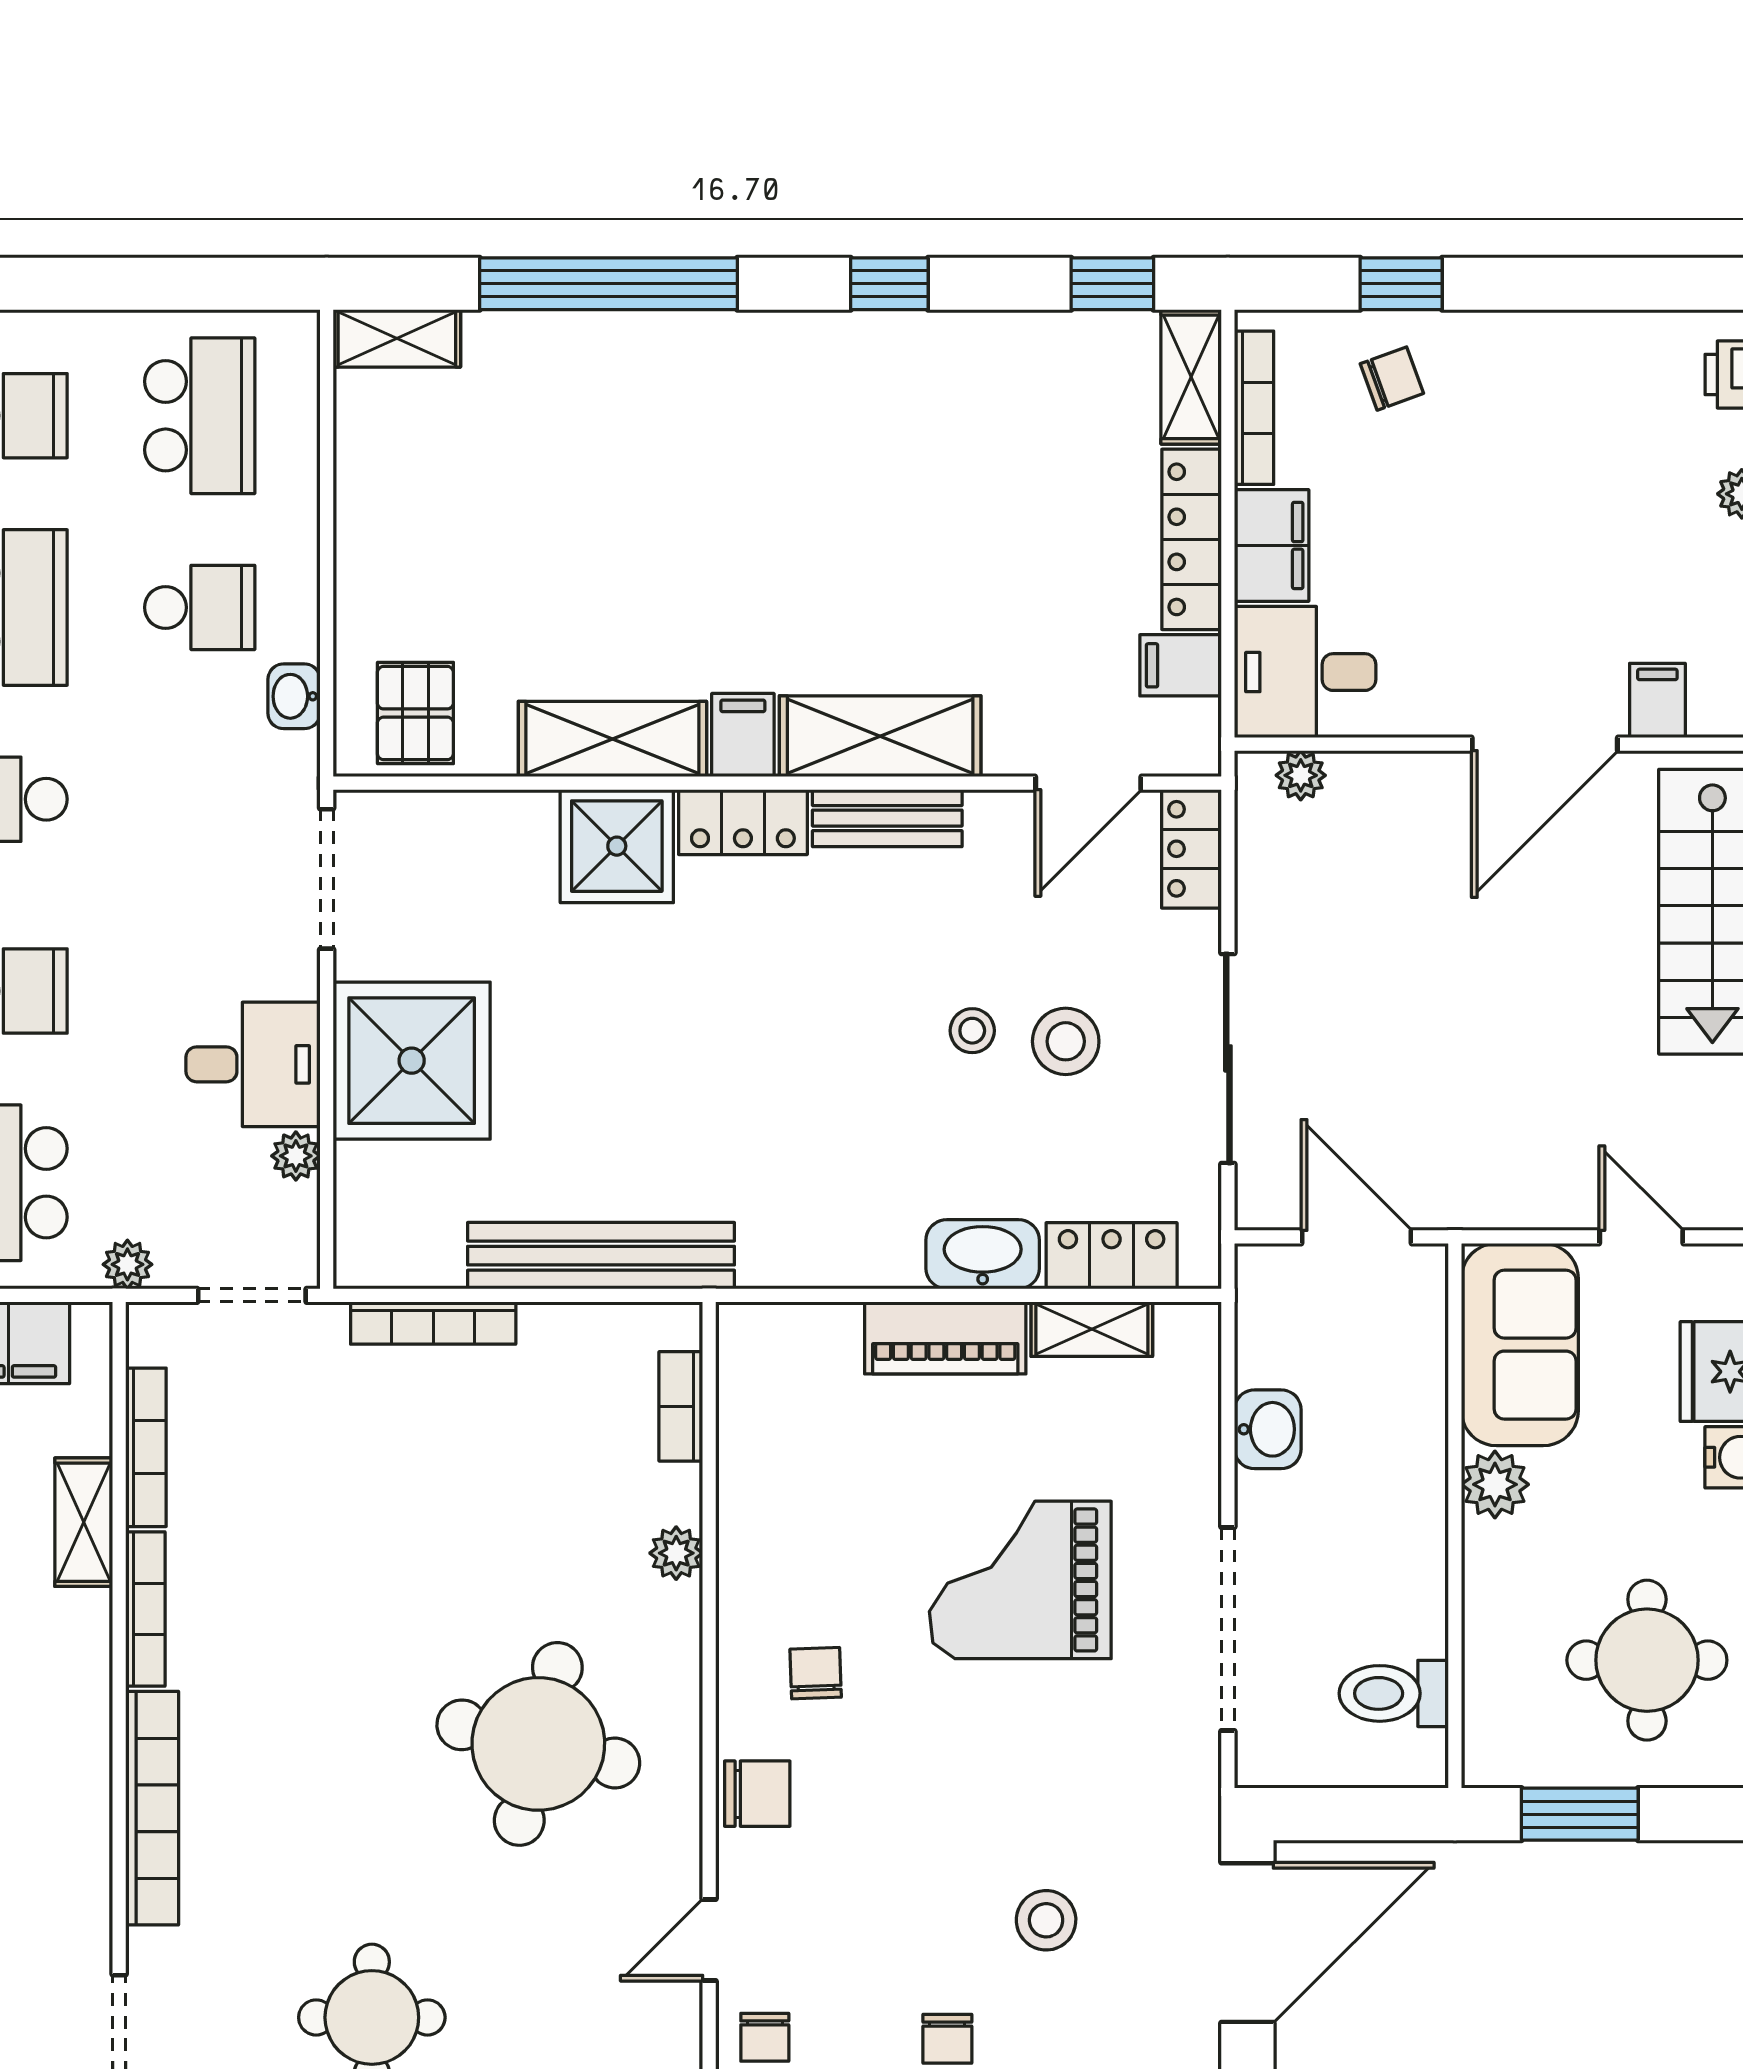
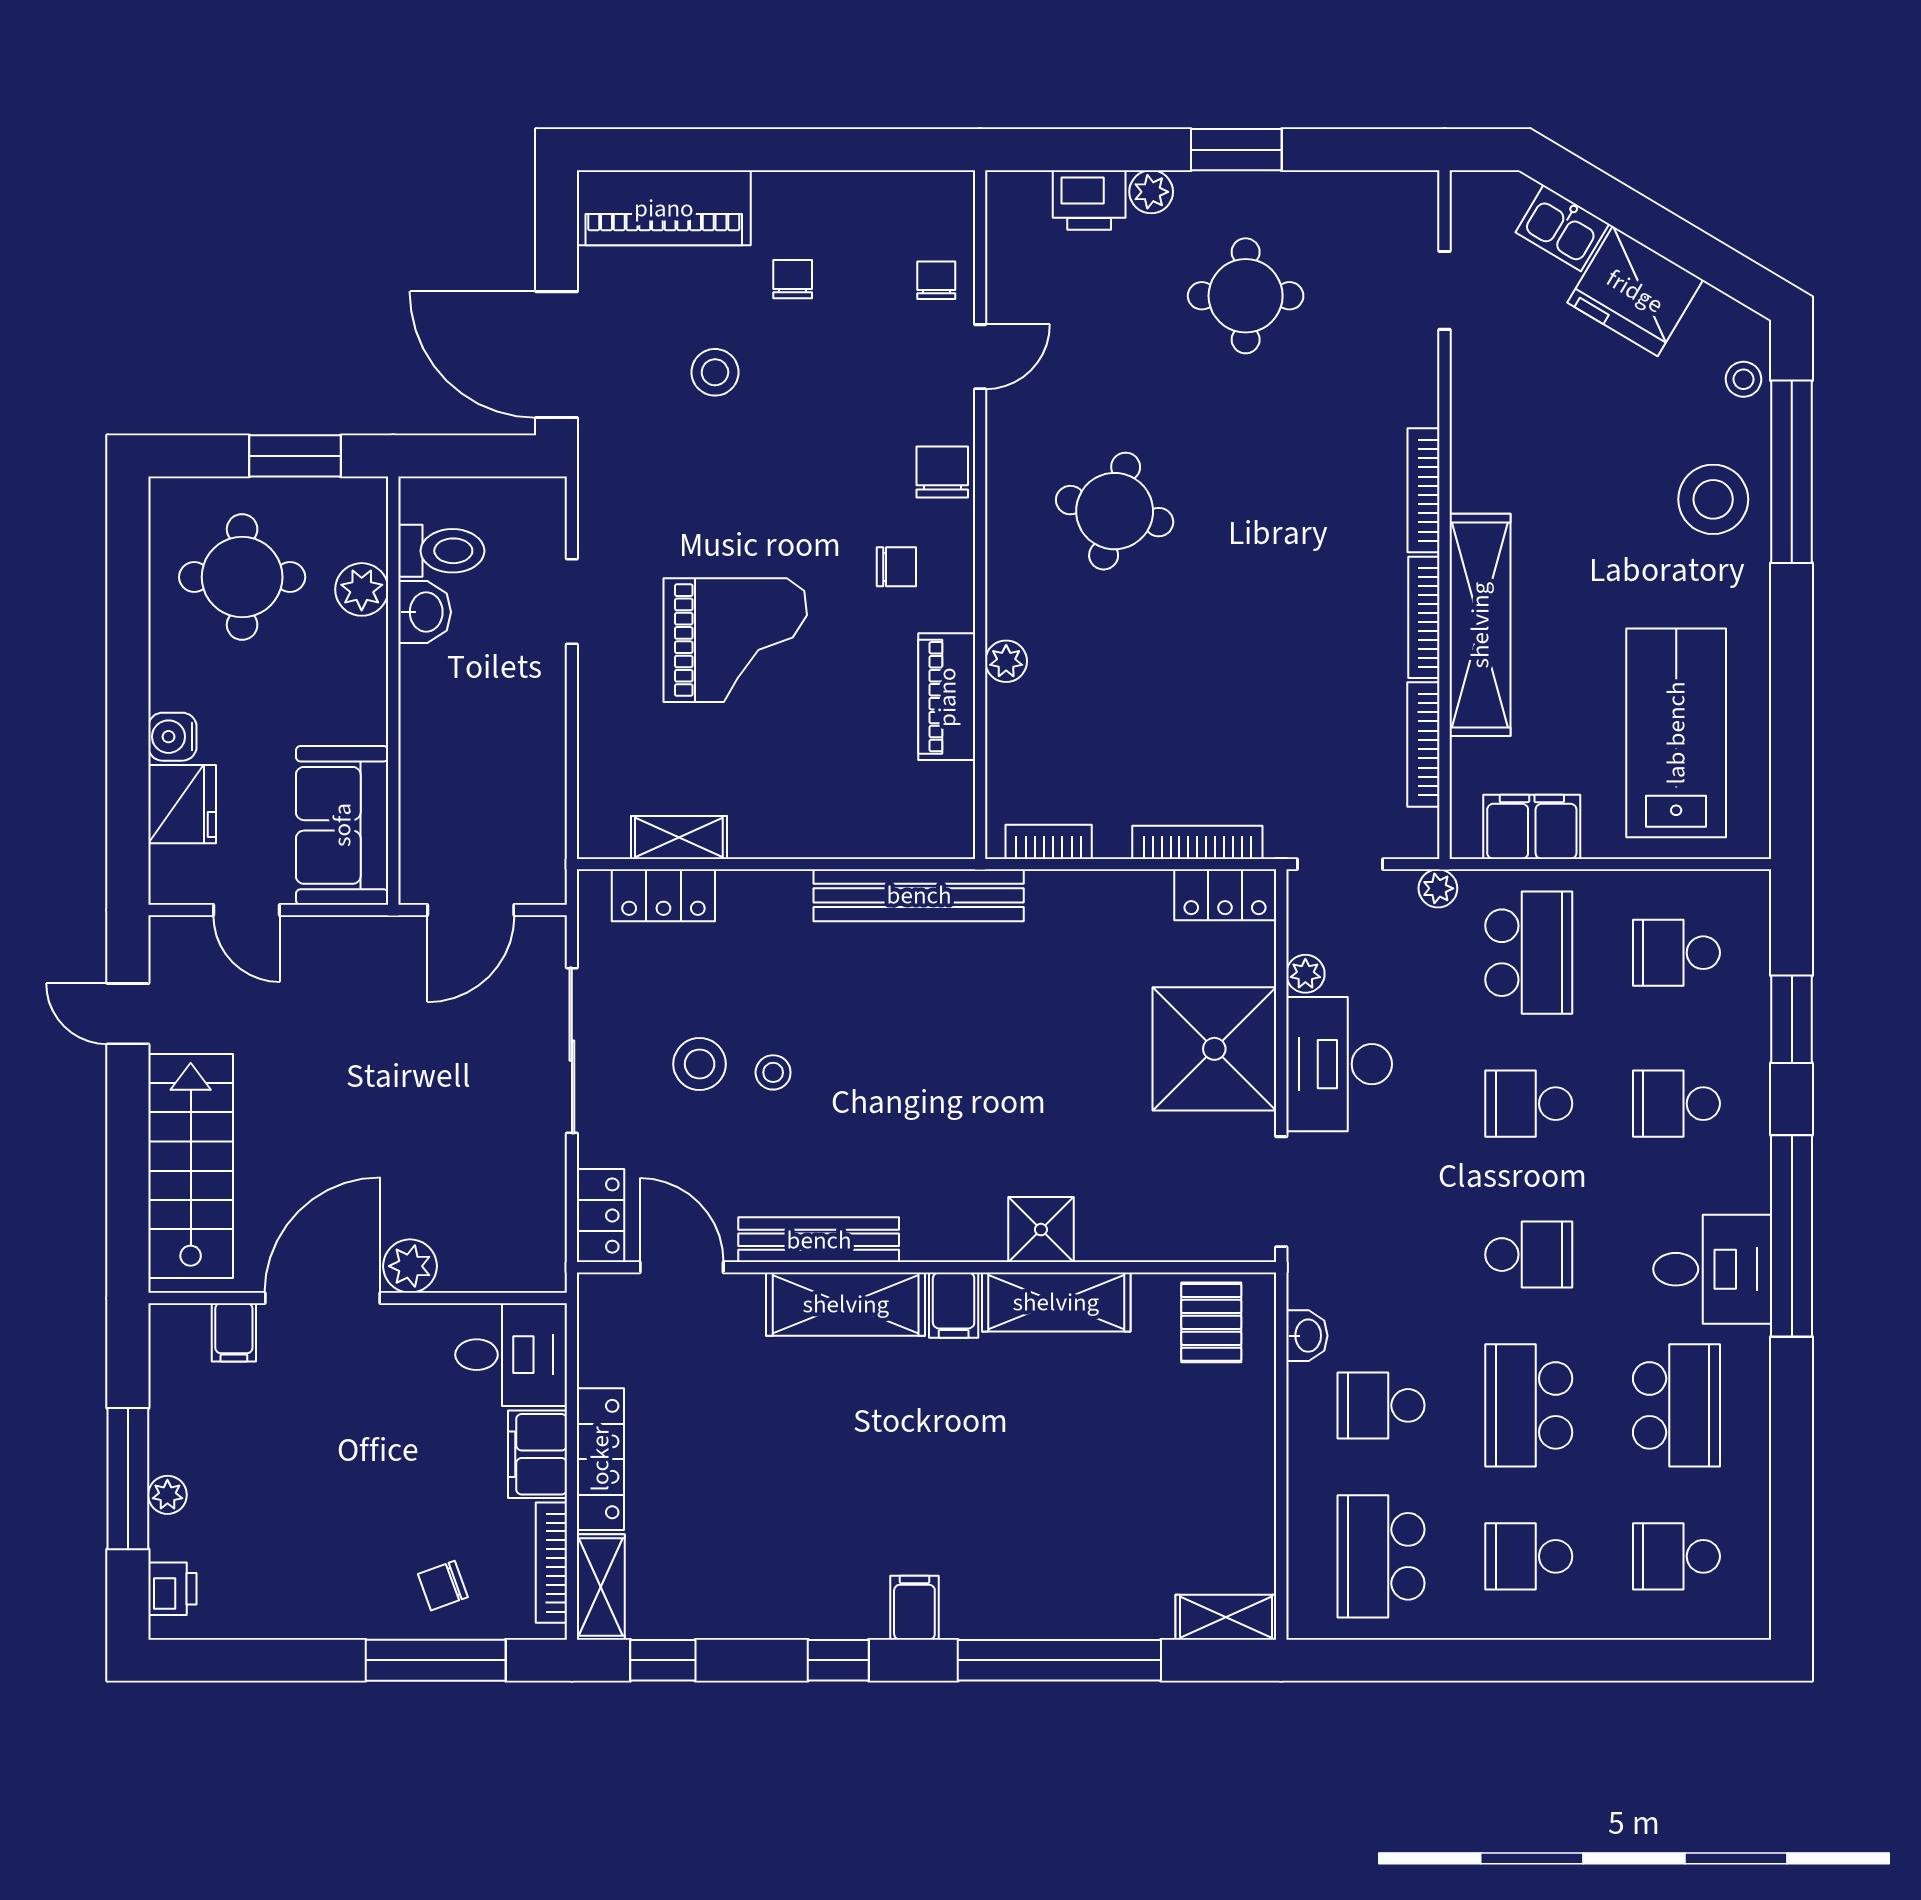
window: (1401, 284) -> (436, 1660), width x2.17
filing cabinet: (1181, 665) -> (914, 1608), moved, turned -90
plant: (1301, 775) -> (410, 1266), moved, width x1.38, depth x1.38
door: (1088, 783) -> (682, 1267), hinge flipped
bench: (887, 818) -> (819, 1240), width x1.36
locker: (743, 822) -> (1225, 895), moved, turned 180
shower: (617, 846) -> (1041, 1230), width x0.73, depth x0.73
desk: (253, 1064) -> (1339, 1064), width x1.37
door: (1356, 1237) -> (471, 910), hinge flipped
washbasin: (983, 1254) -> (765, 896), removed
bench: (601, 1256) -> (919, 895), moved
piano: (945, 1338) -> (947, 697), moved, turned -90
bookcase: (681, 1406) -> (1049, 842), moved, turned -90
washbasin: (1268, 1429) -> (425, 612), moved, turned 180
plant: (1495, 1484) -> (362, 589), moved
shelving: (84, 1522) -> (1480, 625), width x2.20, depth x1.33
doorway: (1228, 1629) -> (572, 602), width x0.53
chair: (816, 1673) -> (896, 567), turned -88
round table: (538, 1744) -> (1115, 511), width x0.73, depth x0.73
chair: (757, 1794) -> (942, 472), turned 90
bookcase: (152, 1808) -> (1424, 490), width x0.68, depth x0.76
door: (1247, 1943) -> (557, 355), hinge flipped

